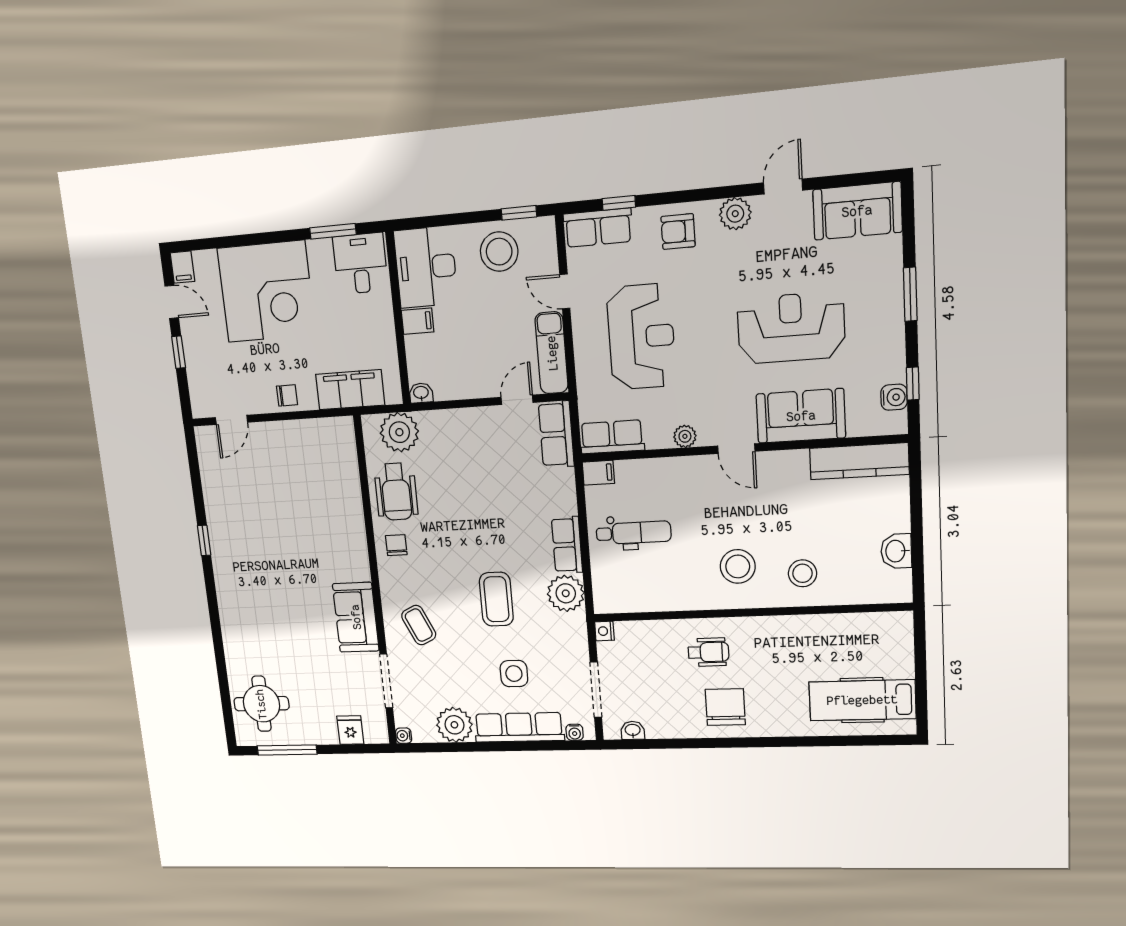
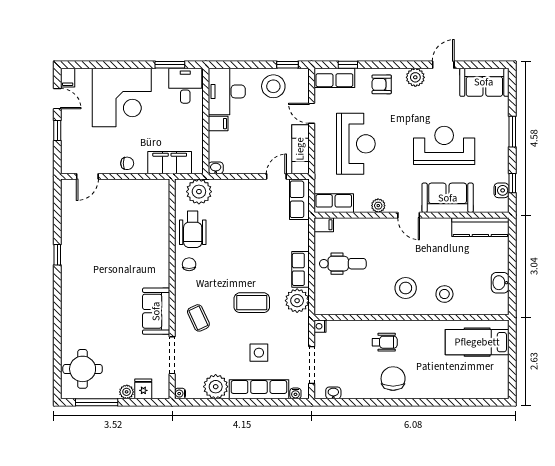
coffee table: (496, 599) -> (252, 303), turned 90
hospital bed: (862, 700) -> (477, 342), moved
plant: (327, 735) -> (127, 392), added

